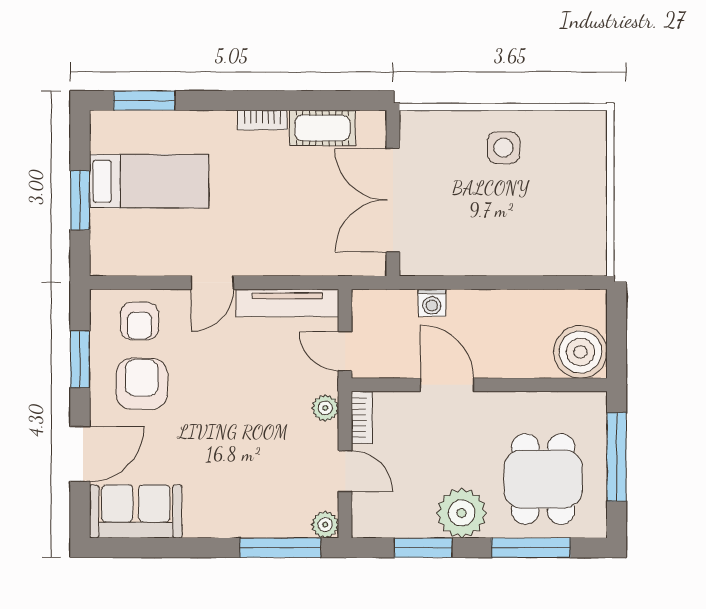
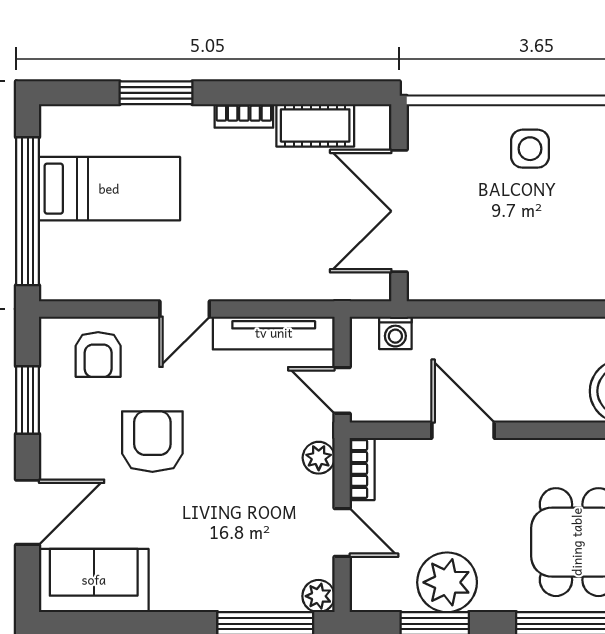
window: (144, 101) -> (156, 93), moved
window: (80, 200) -> (28, 211), width x2.11
washing machine: (432, 303) -> (395, 333), moved
armchair: (142, 384) -> (152, 442), moved
plant: (462, 513) -> (447, 582), moved

